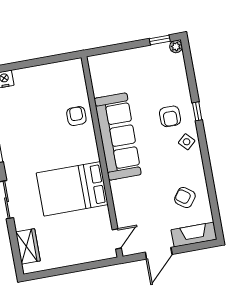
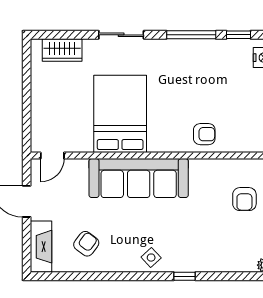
armchair: (170, 116) -> (244, 199), moved, turned -90
sofa: (118, 137) -> (139, 178), moved
door: (117, 239) -> (52, 156), hinge flipped

